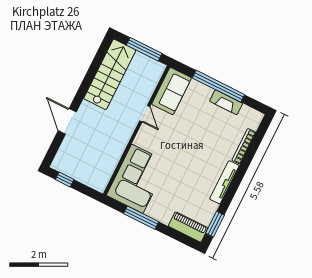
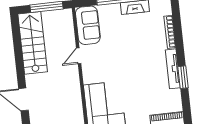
door: (145, 114) -> (79, 56), swing flipped
window: (215, 224) -> (183, 77), moved

